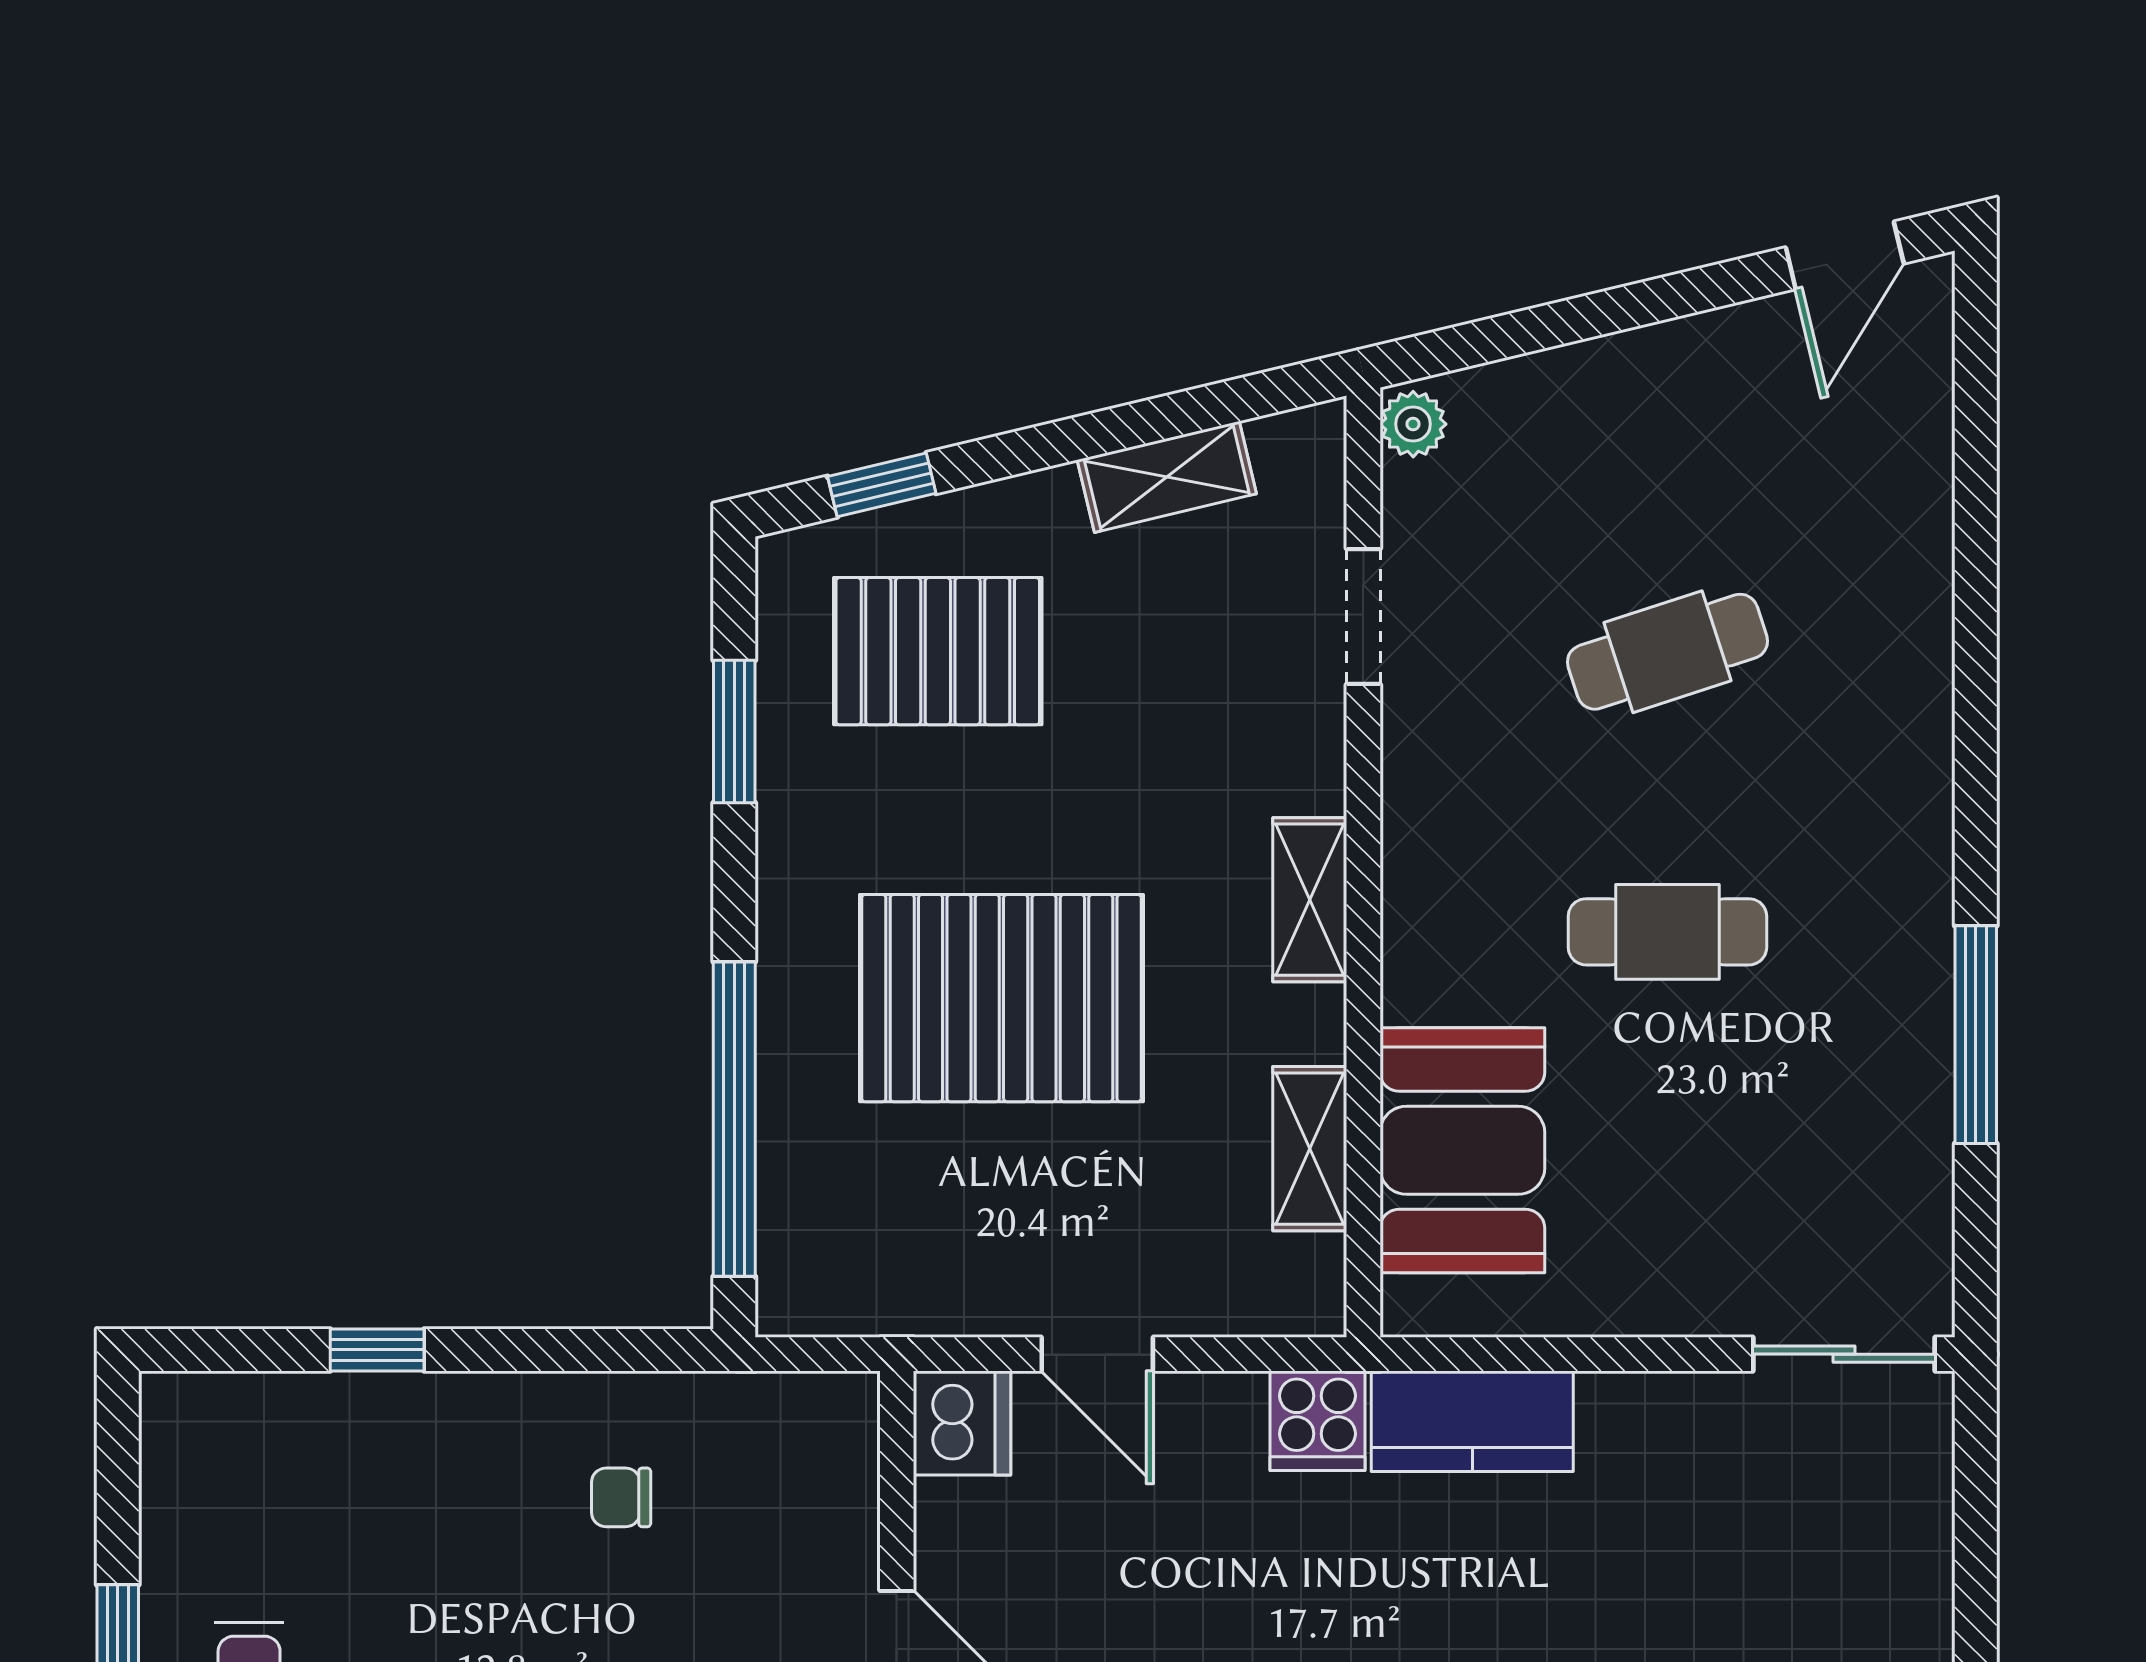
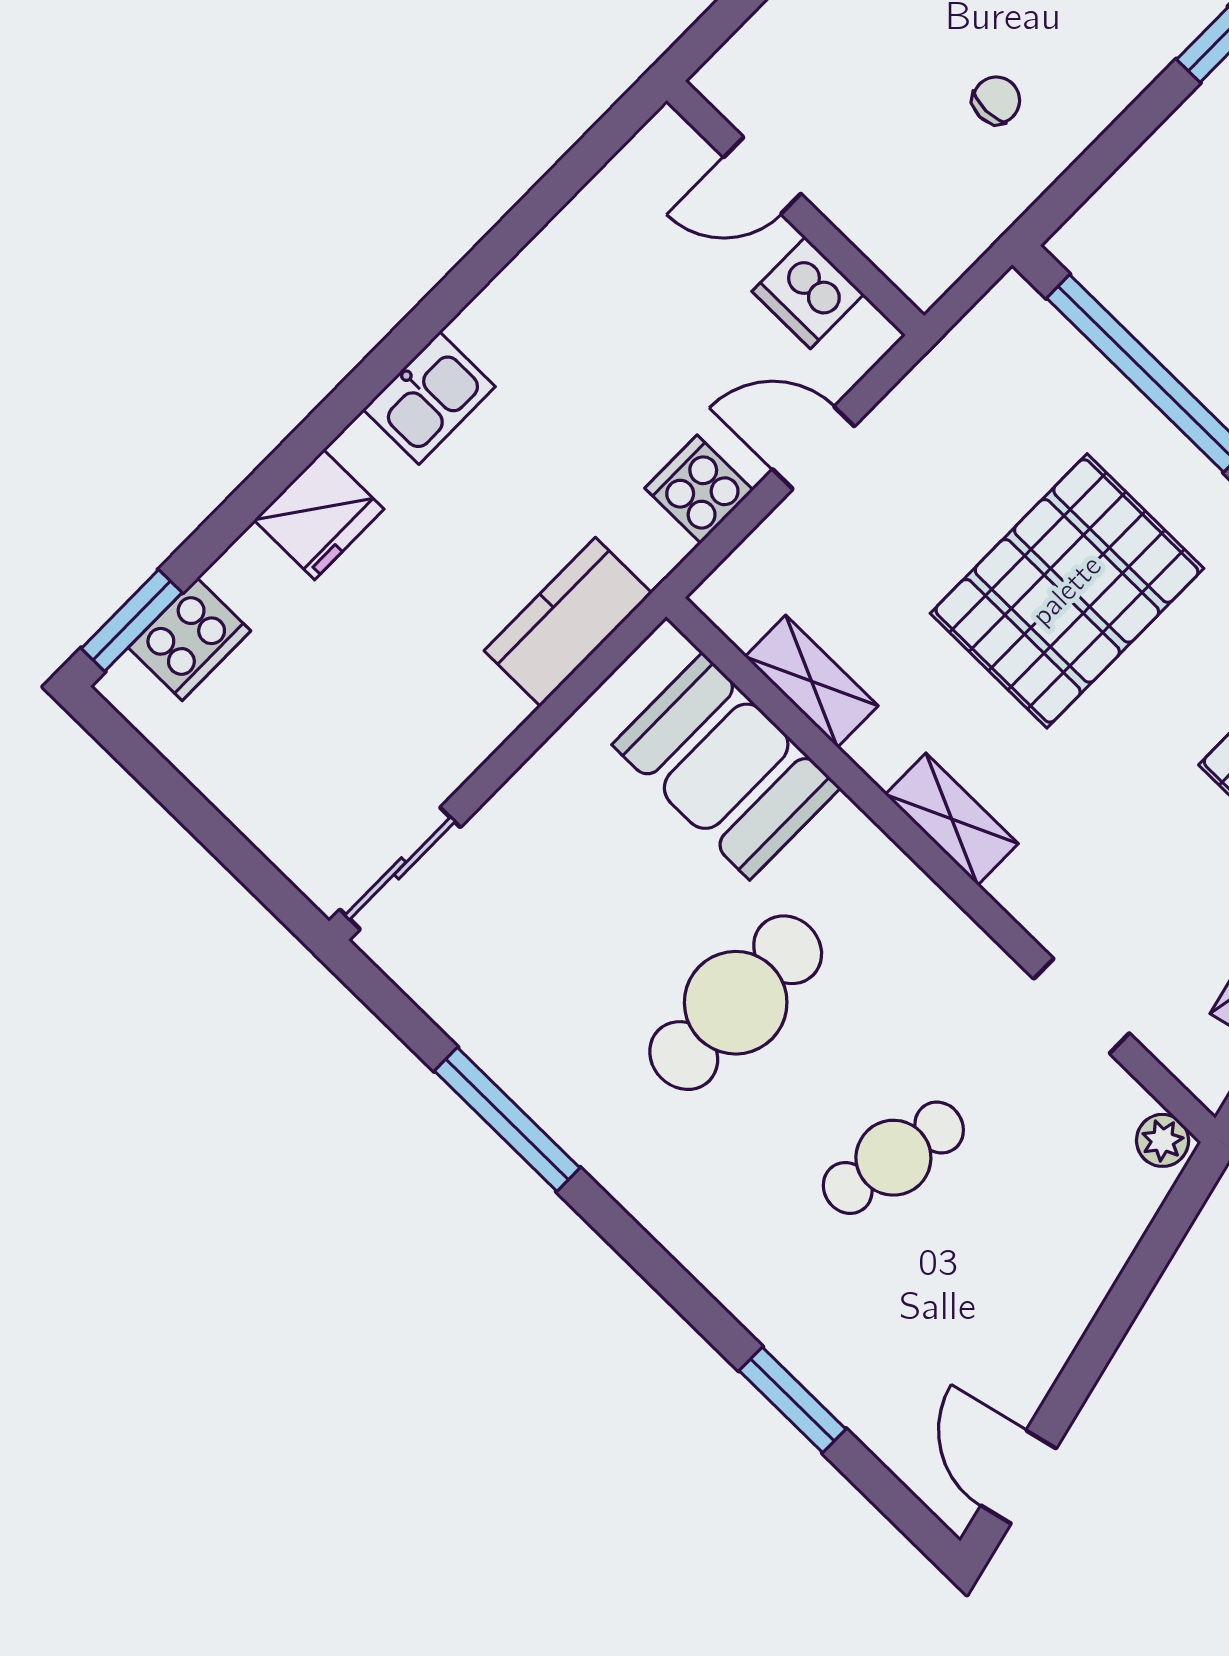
window: (1976, 528) -> (792, 1400), added
cafe table: (1667, 652) -> (893, 1158), turned 30
cafe table: (1667, 932) -> (736, 1003), width x1.37, depth x1.35
cooker: (1317, 1421) -> (699, 489), moved
dishwasher: (962, 1423) -> (808, 293), moved

